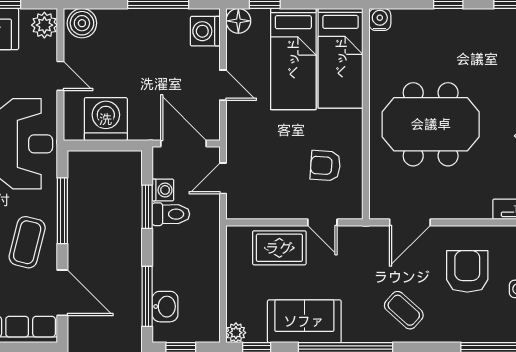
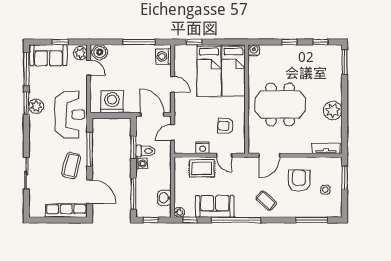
floor lamp: (238, 21) -> (181, 51), removed
door: (60, 76) -> (89, 68), moved
washing machine: (163, 190) -> (142, 164), moved
nightstand: (281, 208) -> (203, 148), added
washbasin: (165, 307) -> (164, 198), moved, turned 180

